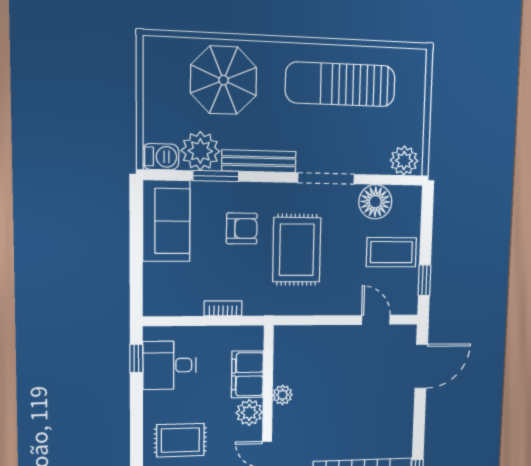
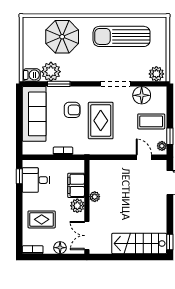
bench: (259, 161) -> (80, 76), removed
sofa: (166, 221) -> (34, 114), width x1.36
plant: (409, 299) -> (162, 146), added

